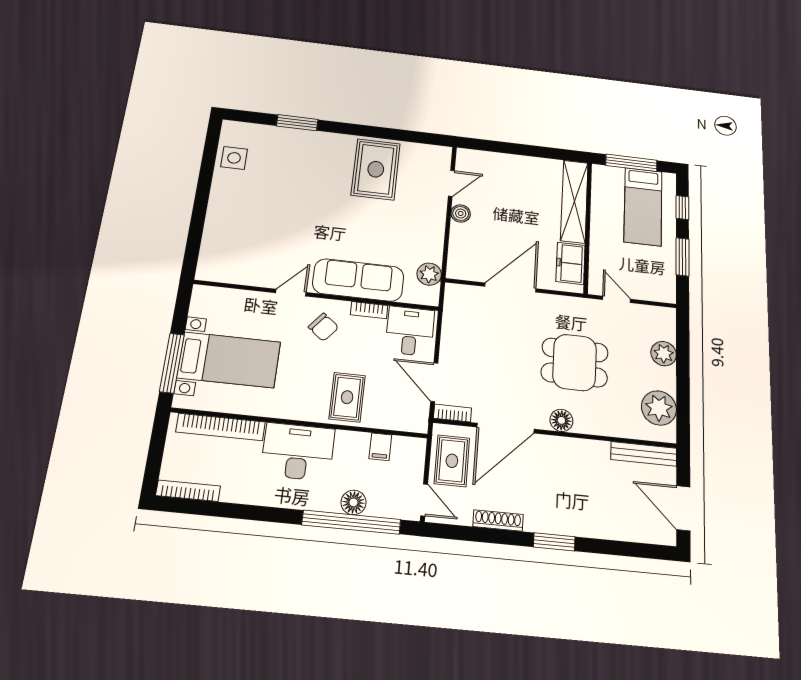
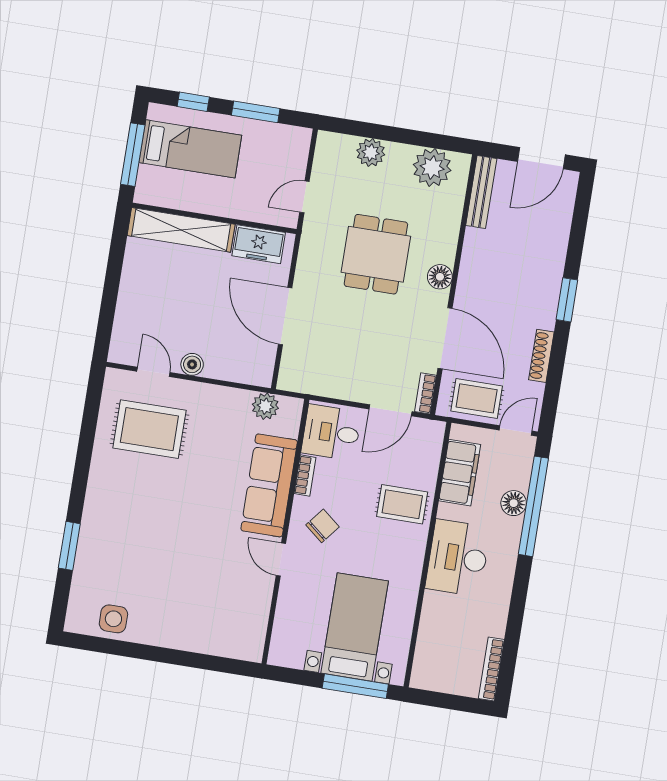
rug: (376, 169) -> (149, 429), moved
bookcase: (221, 427) -> (427, 636), removed
filing cabinet: (380, 447) -> (460, 473), width x3.00, depth x1.17

